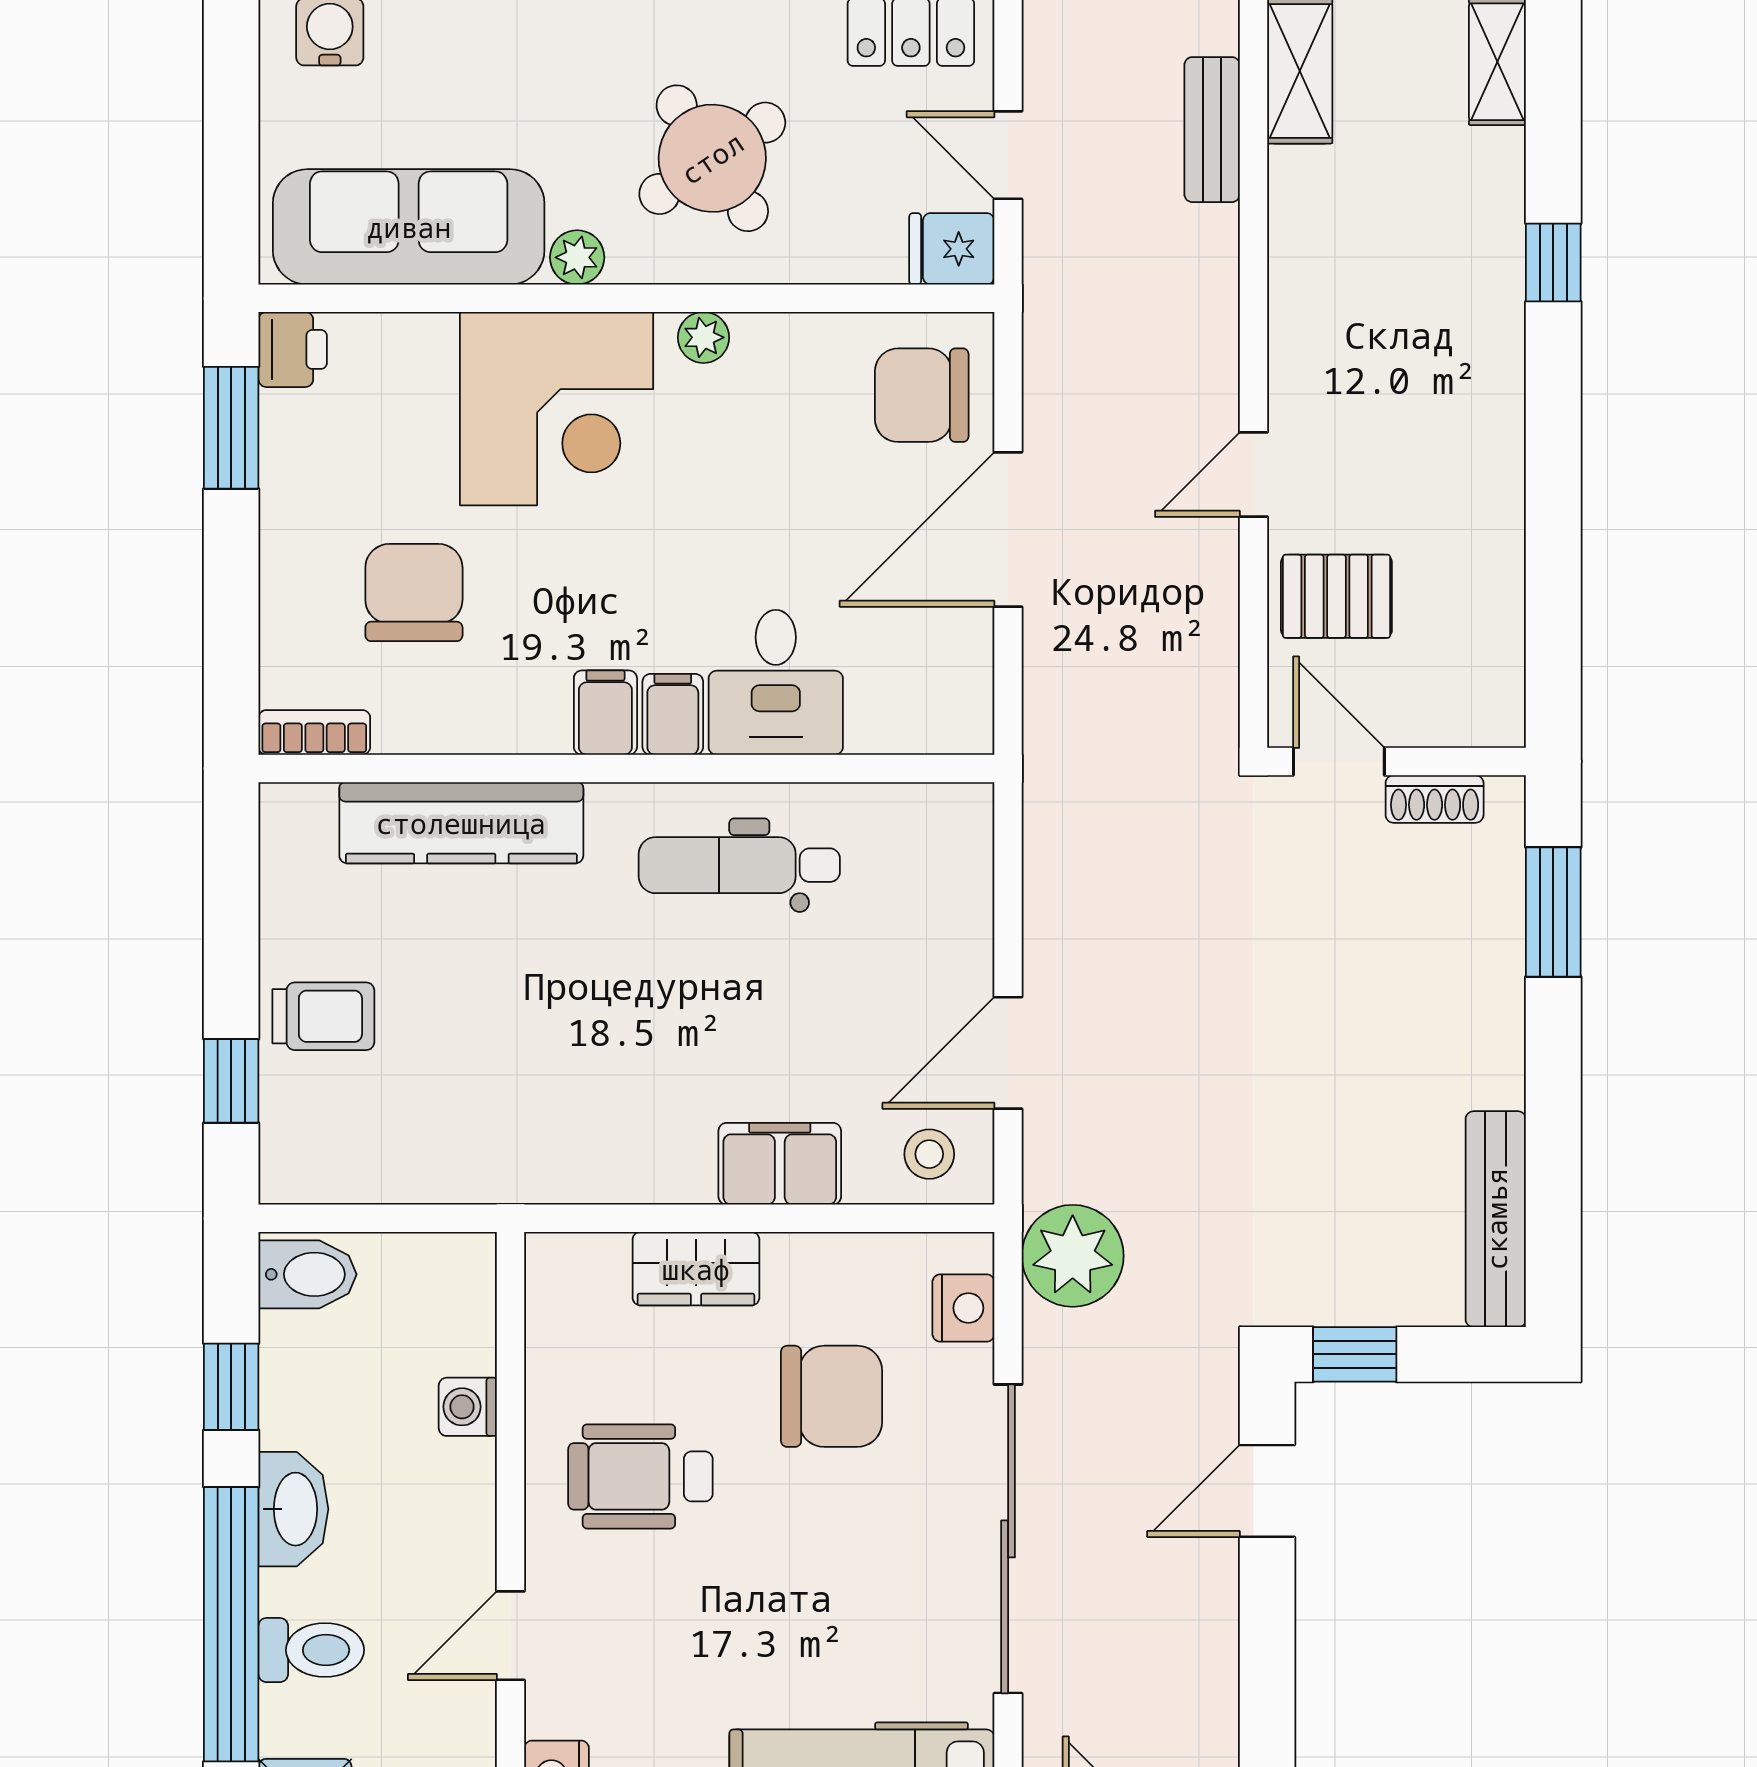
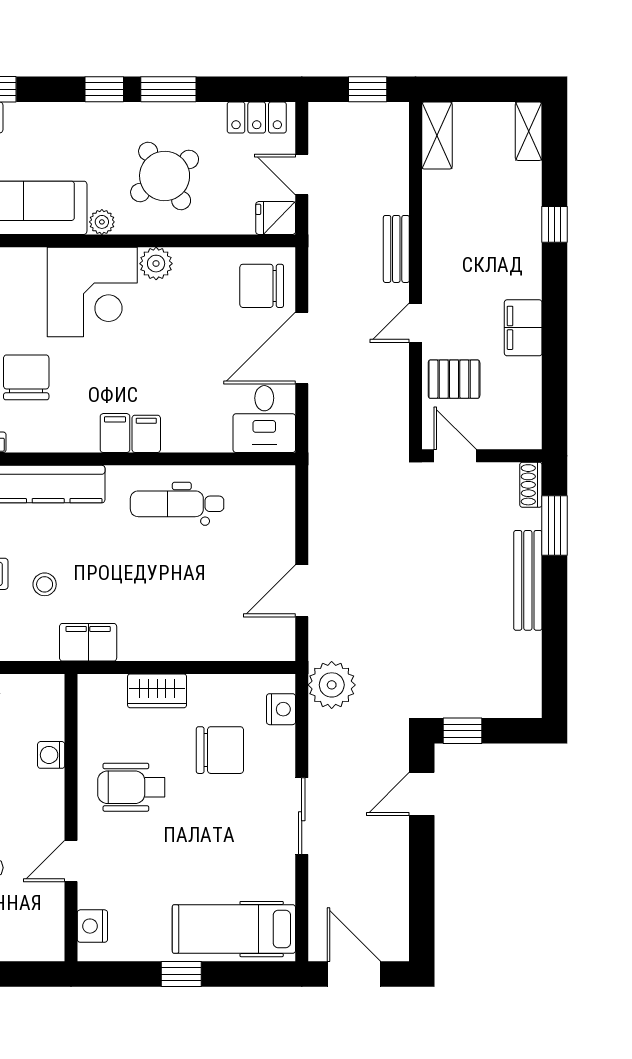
bench: (1212, 130) -> (396, 249), moved
plant: (703, 337) -> (156, 264), width x1.38, depth x1.38
filing cabinet: (1486, 486) -> (523, 328), added
desk: (776, 682) -> (264, 419), moved
shoe rack: (1435, 799) -> (531, 485), moved, turned 90
stool: (929, 1154) -> (45, 584), moved
filing cabinet: (780, 1164) -> (88, 642), moved
bench: (1496, 1219) -> (528, 580), moved
sliding door: (1008, 1539) -> (302, 816), width x0.54

